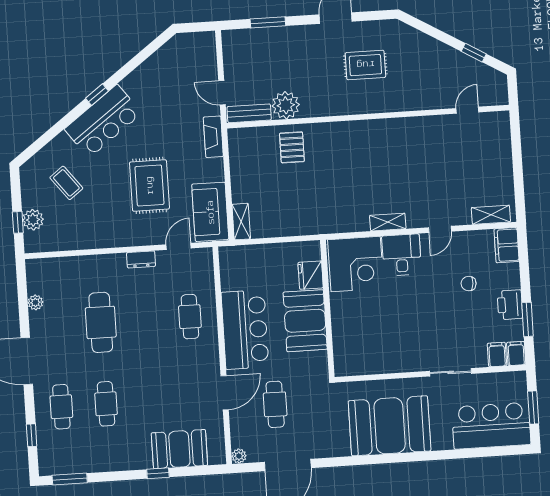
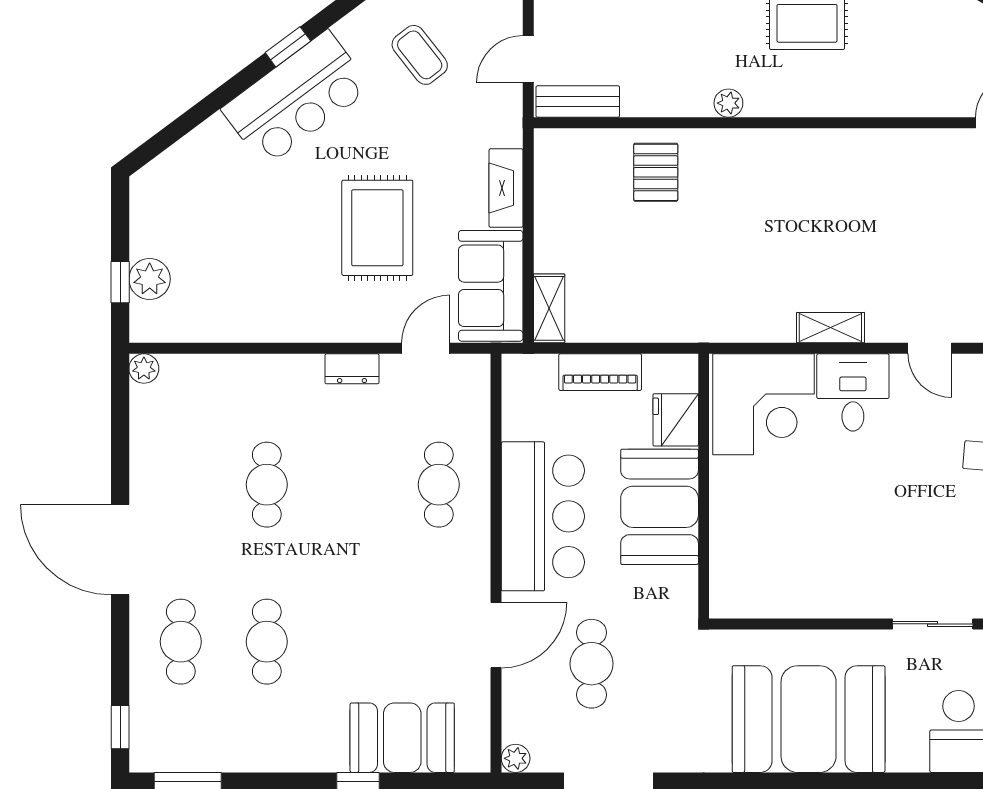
door: (222, 93) -> (528, 59), hinge flipped
plant: (286, 105) -> (728, 103), moved, width x0.53, depth x0.53
fireplace: (213, 137) -> (506, 188), moved
coffee table: (66, 183) -> (420, 55), moved
door: (440, 229) -> (930, 348), hinge flipped
piano: (270, 253) -> (600, 372), added
plant: (35, 302) -> (144, 369), moved
cafe table: (101, 322) -> (267, 485), width x0.73, depth x0.74
window: (32, 435) -> (120, 727), moved

